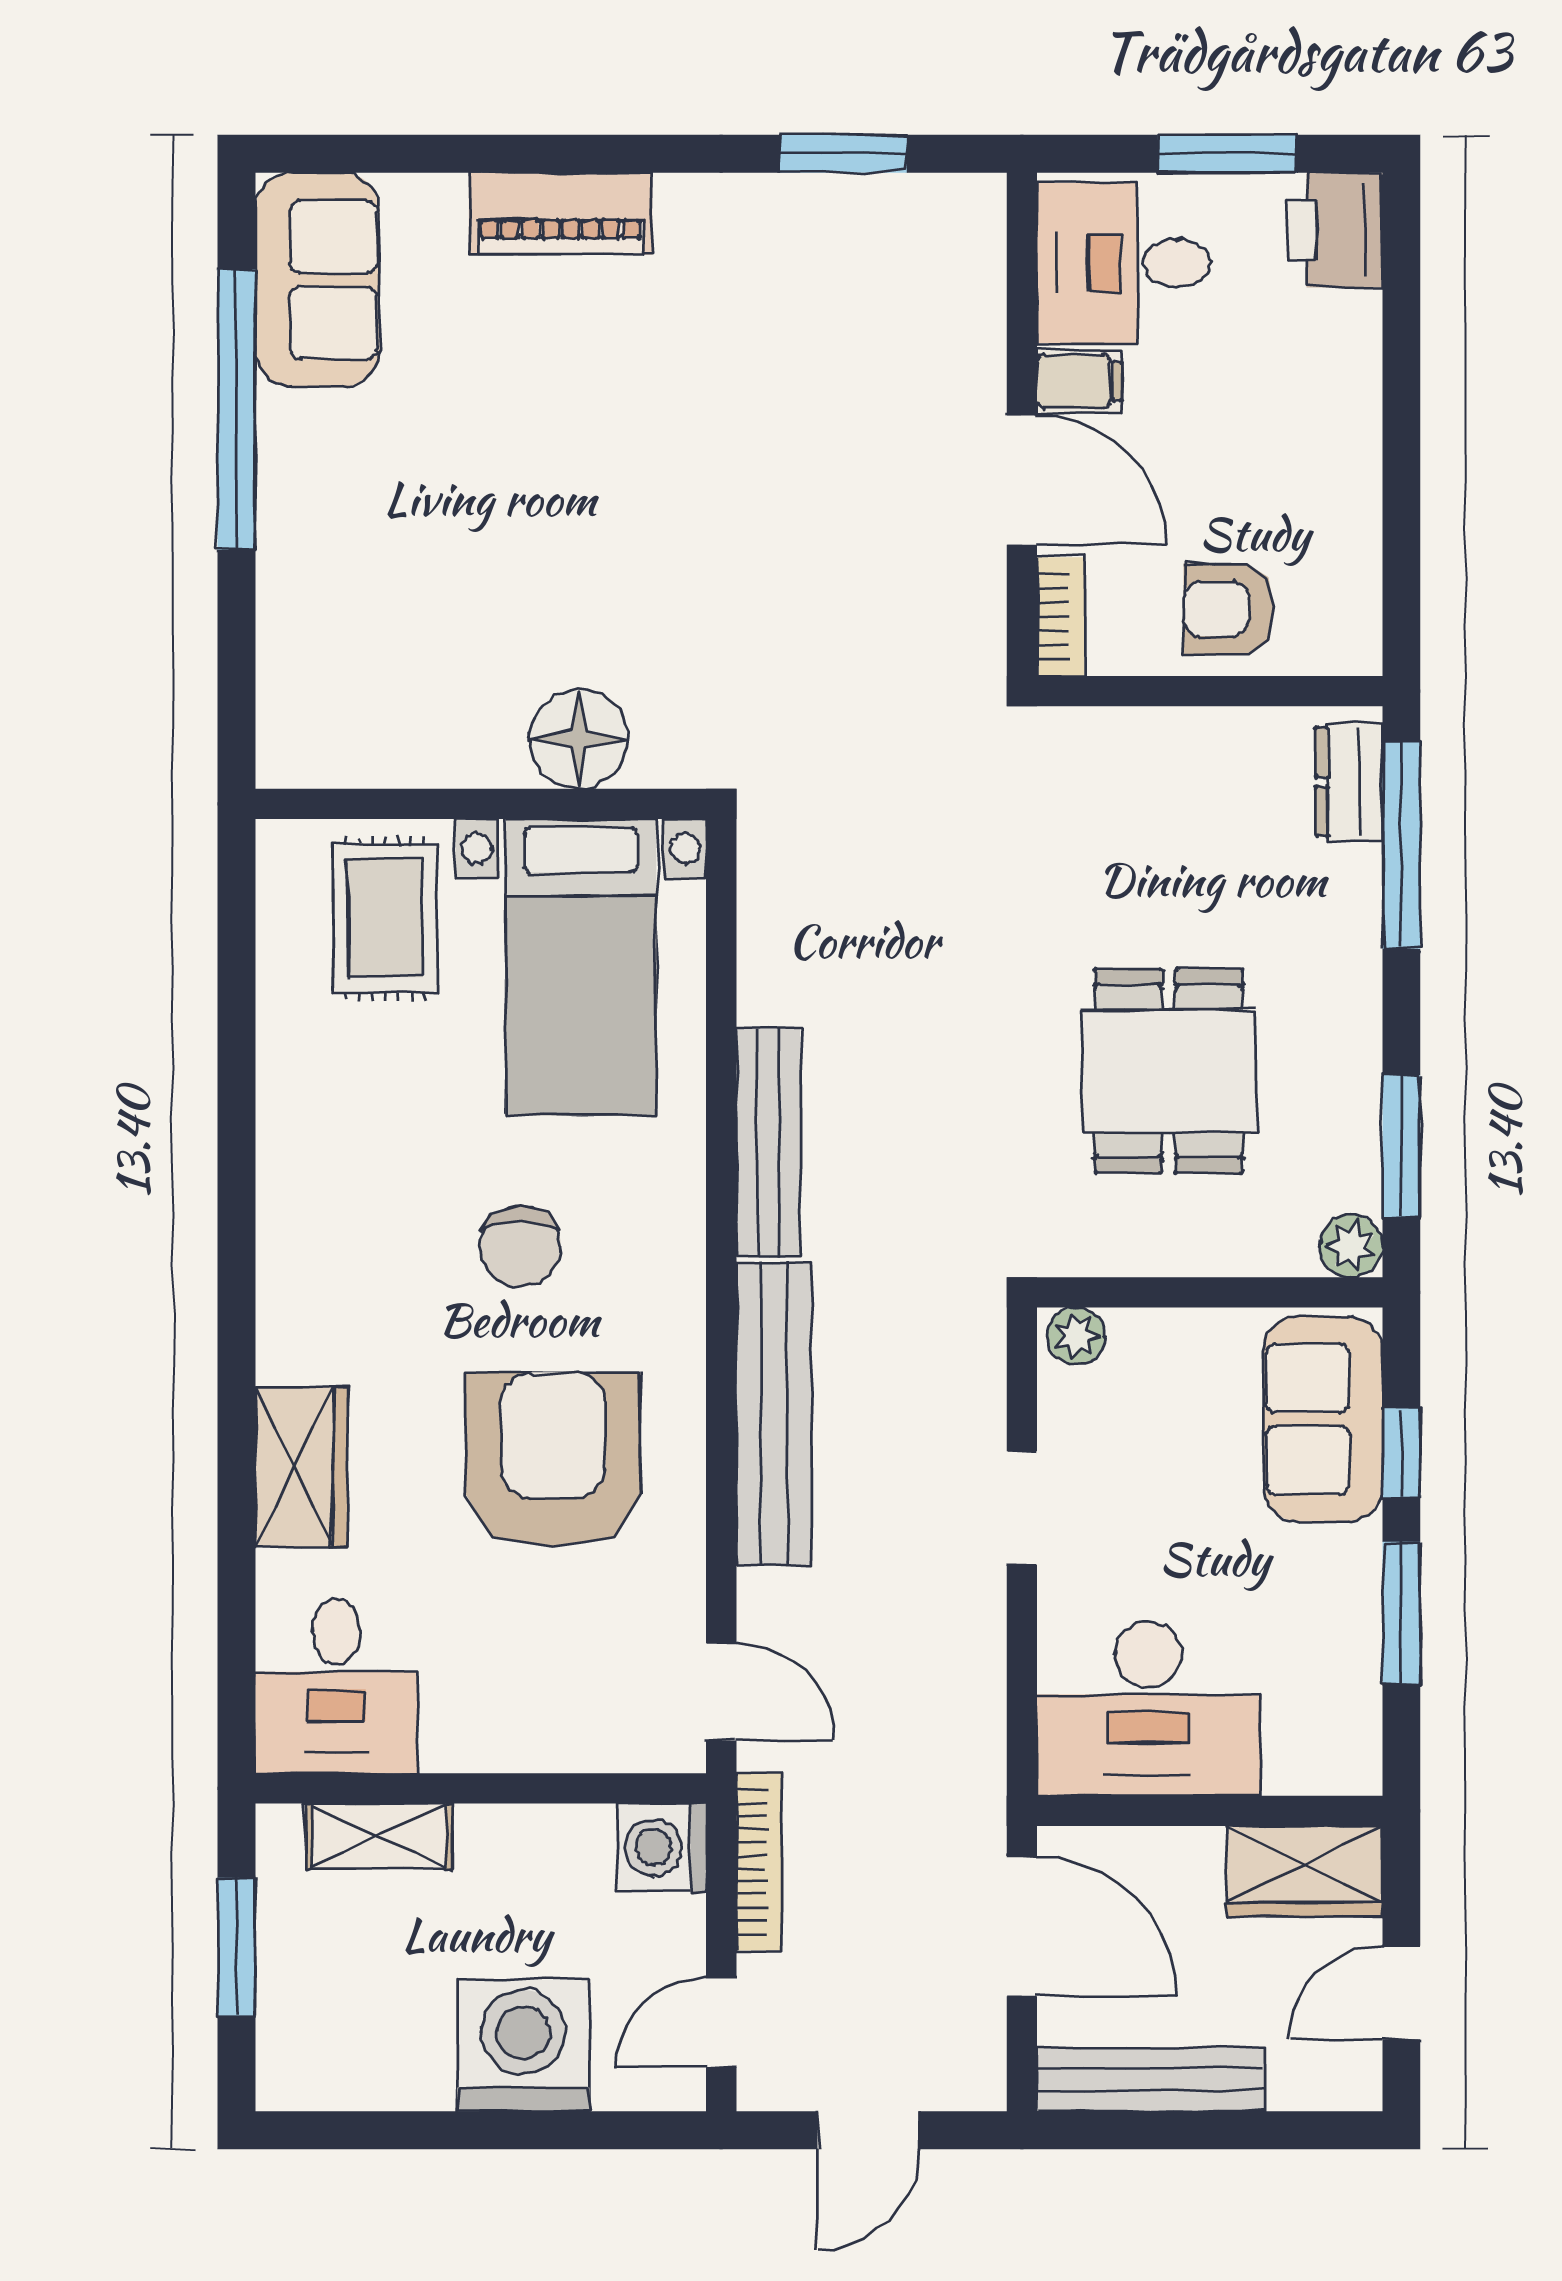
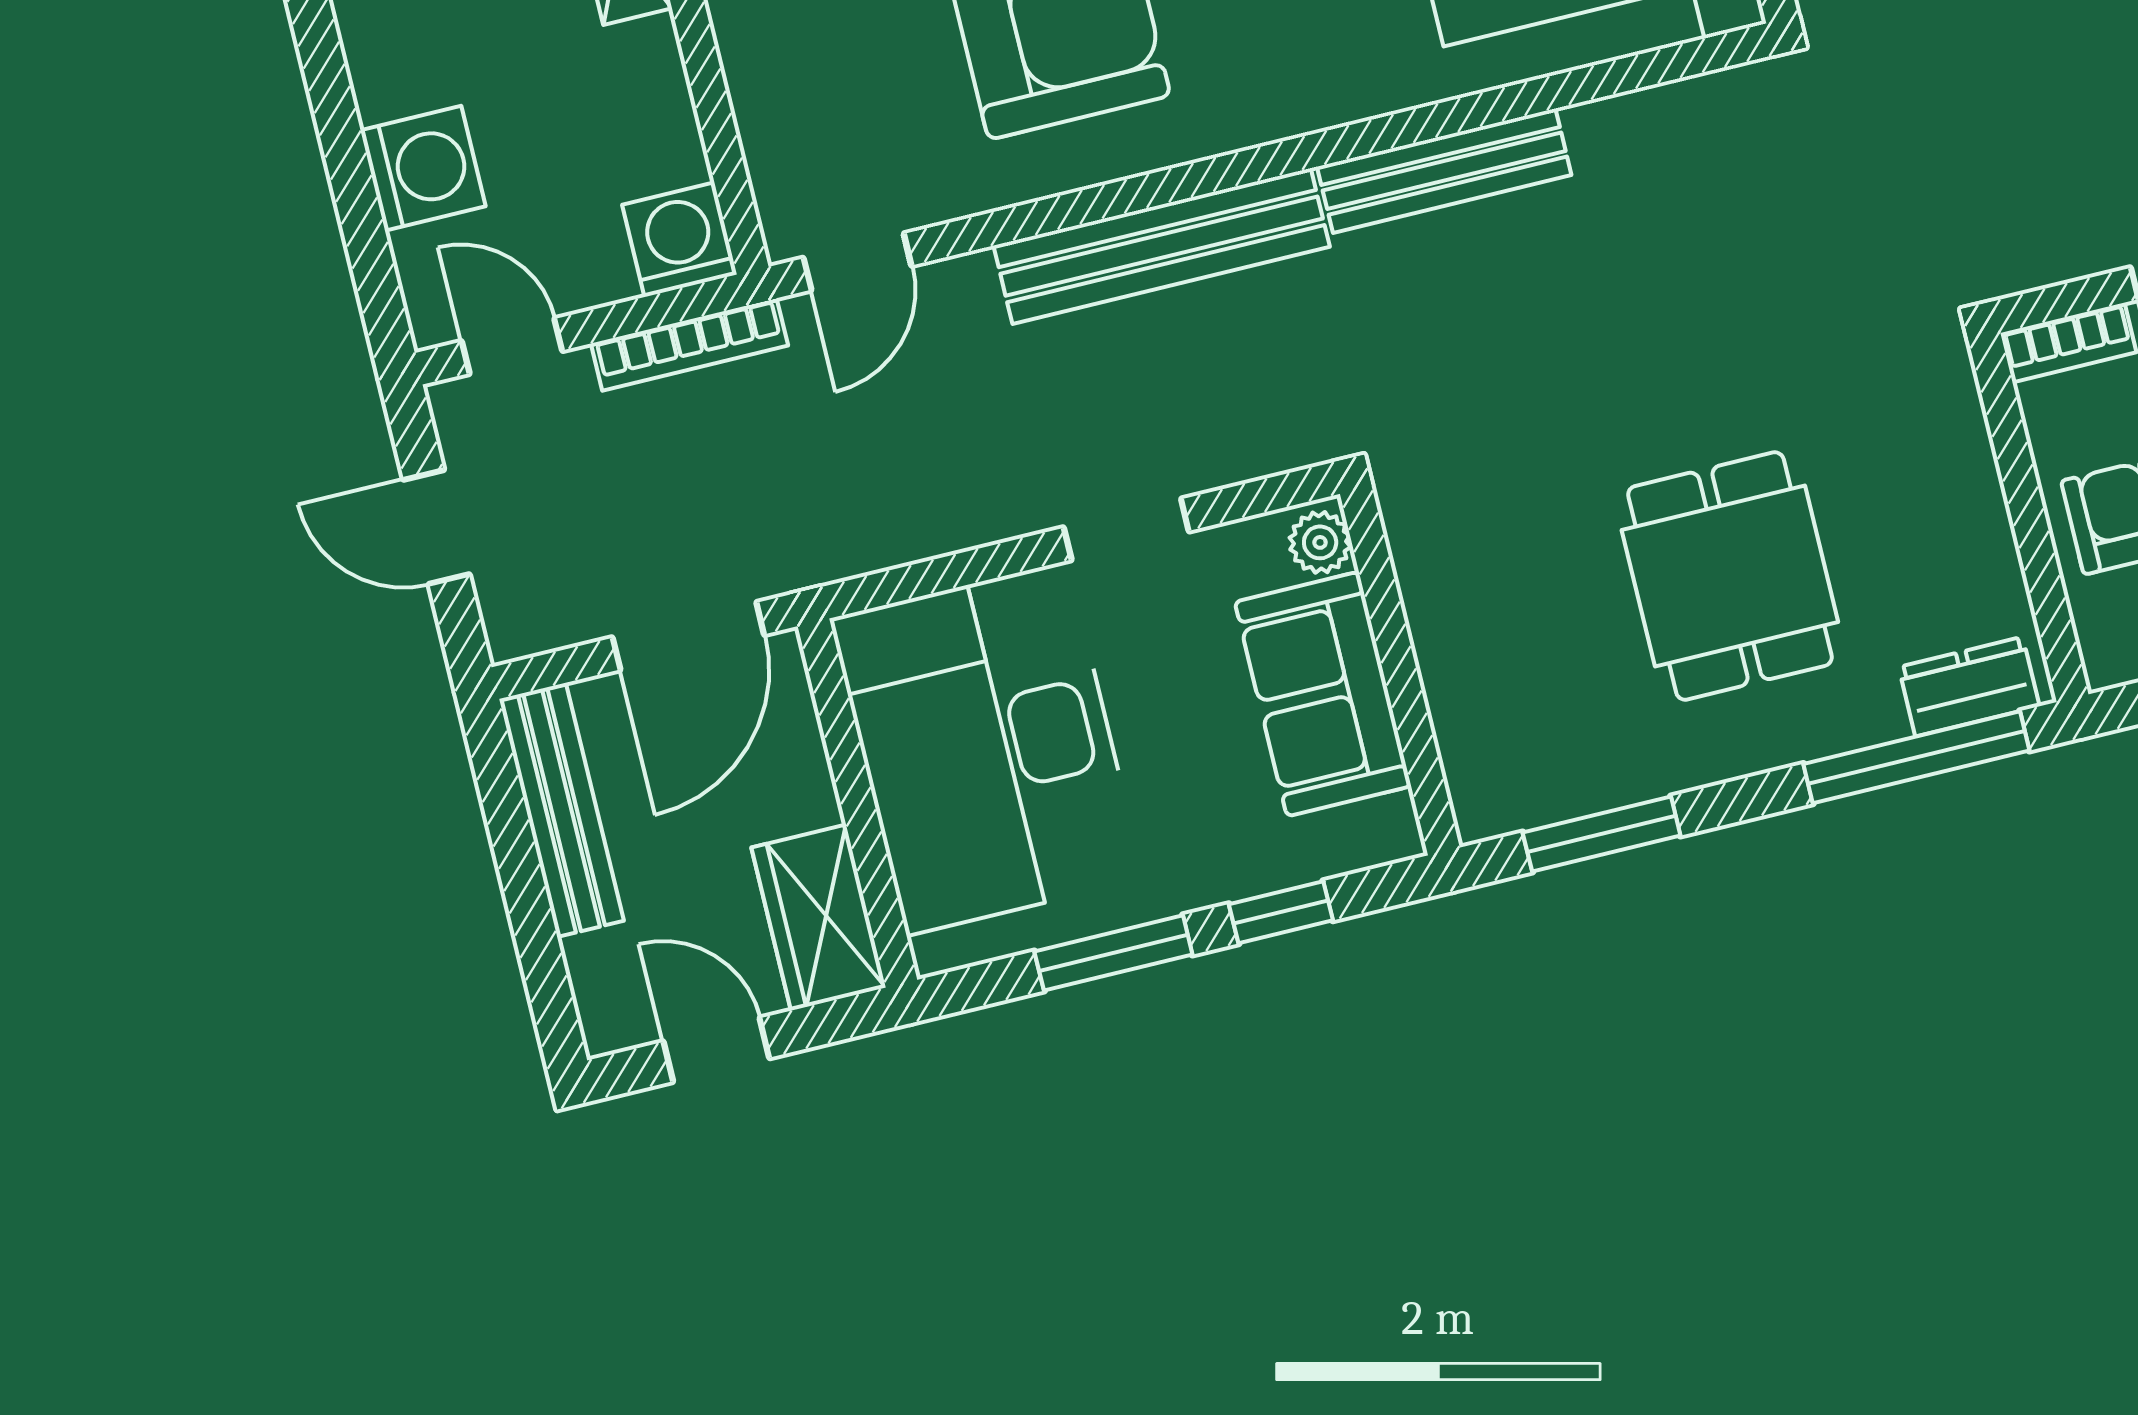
dining table: (1169, 1071) -> (1730, 576), moved, turned 90
plant: (1351, 1246) -> (1484, 807), removed
sofa: (1323, 1419) -> (1323, 694), moved, turned -90
desk: (1148, 1708) -> (987, 748), width x1.36, depth x1.30
washing machine: (523, 2046) -> (423, 168), width x0.73, depth x0.73

